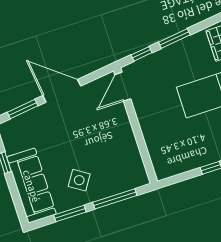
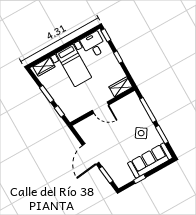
door: (123, 87) -> (100, 108), moved
wardrobe: (161, 162) -> (121, 87), added

